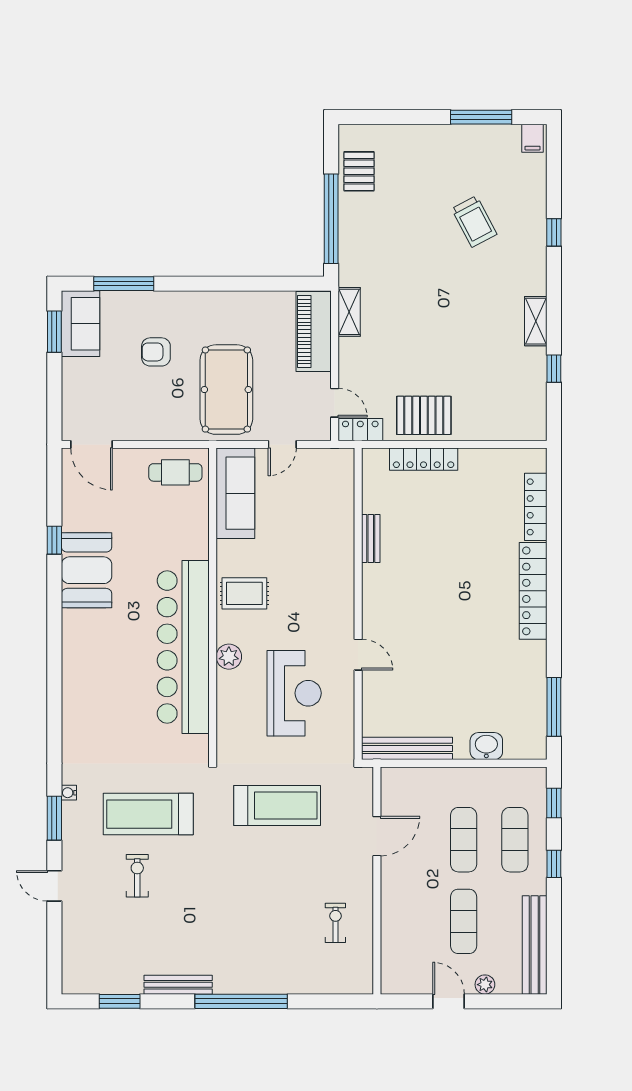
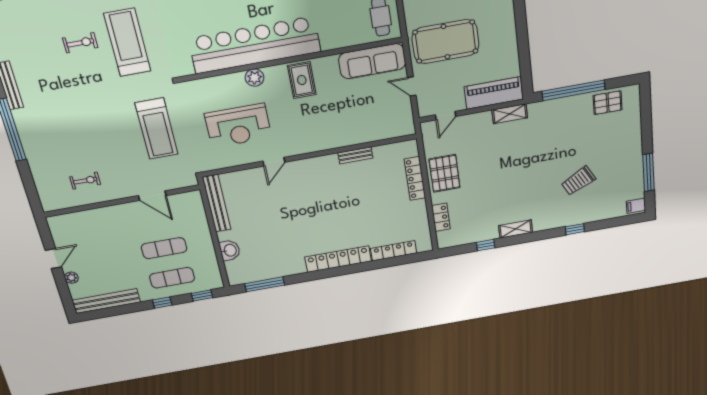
locker: (360, 430) -> (441, 217), moved
exercise mat: (464, 921) -> (109, 258), removed

